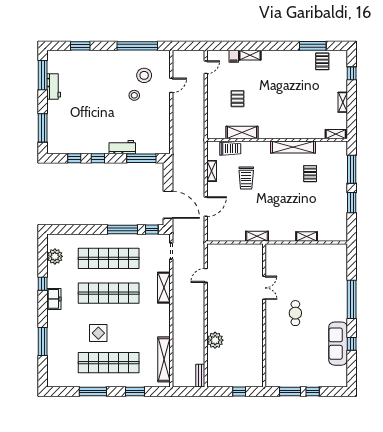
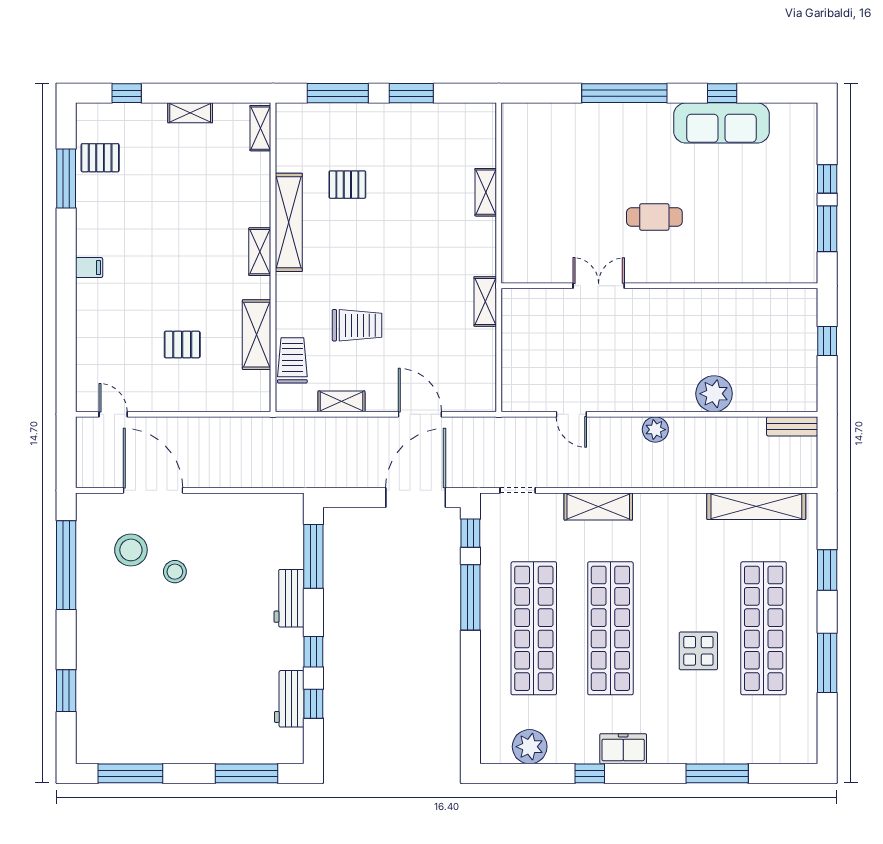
shelving: (250, 55) -> (260, 252), moved
filing cabinet: (234, 56) -> (89, 268), moved
door: (171, 85) -> (153, 490), width x1.87
workbench: (54, 86) -> (289, 699), moved, turned -90
plant: (199, 314) -> (655, 430), added

